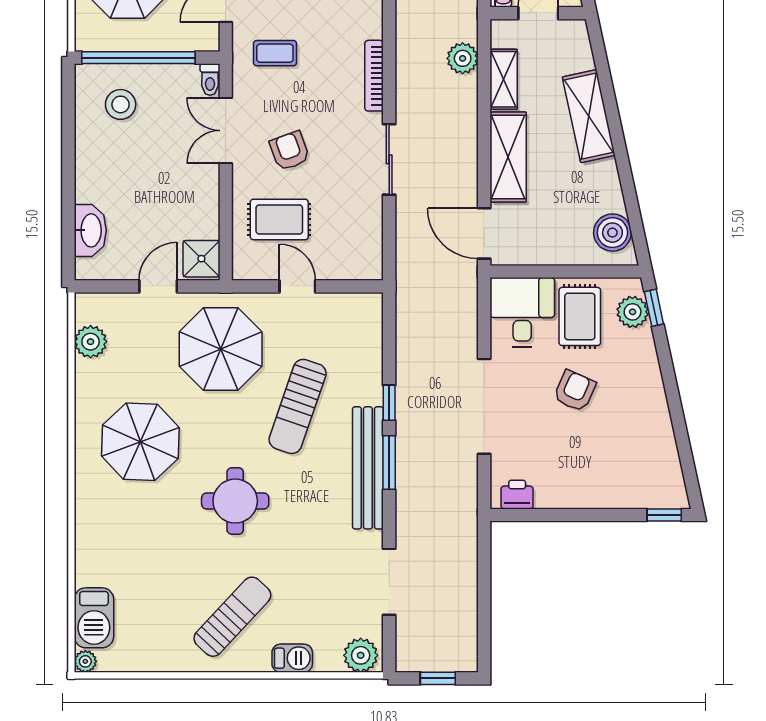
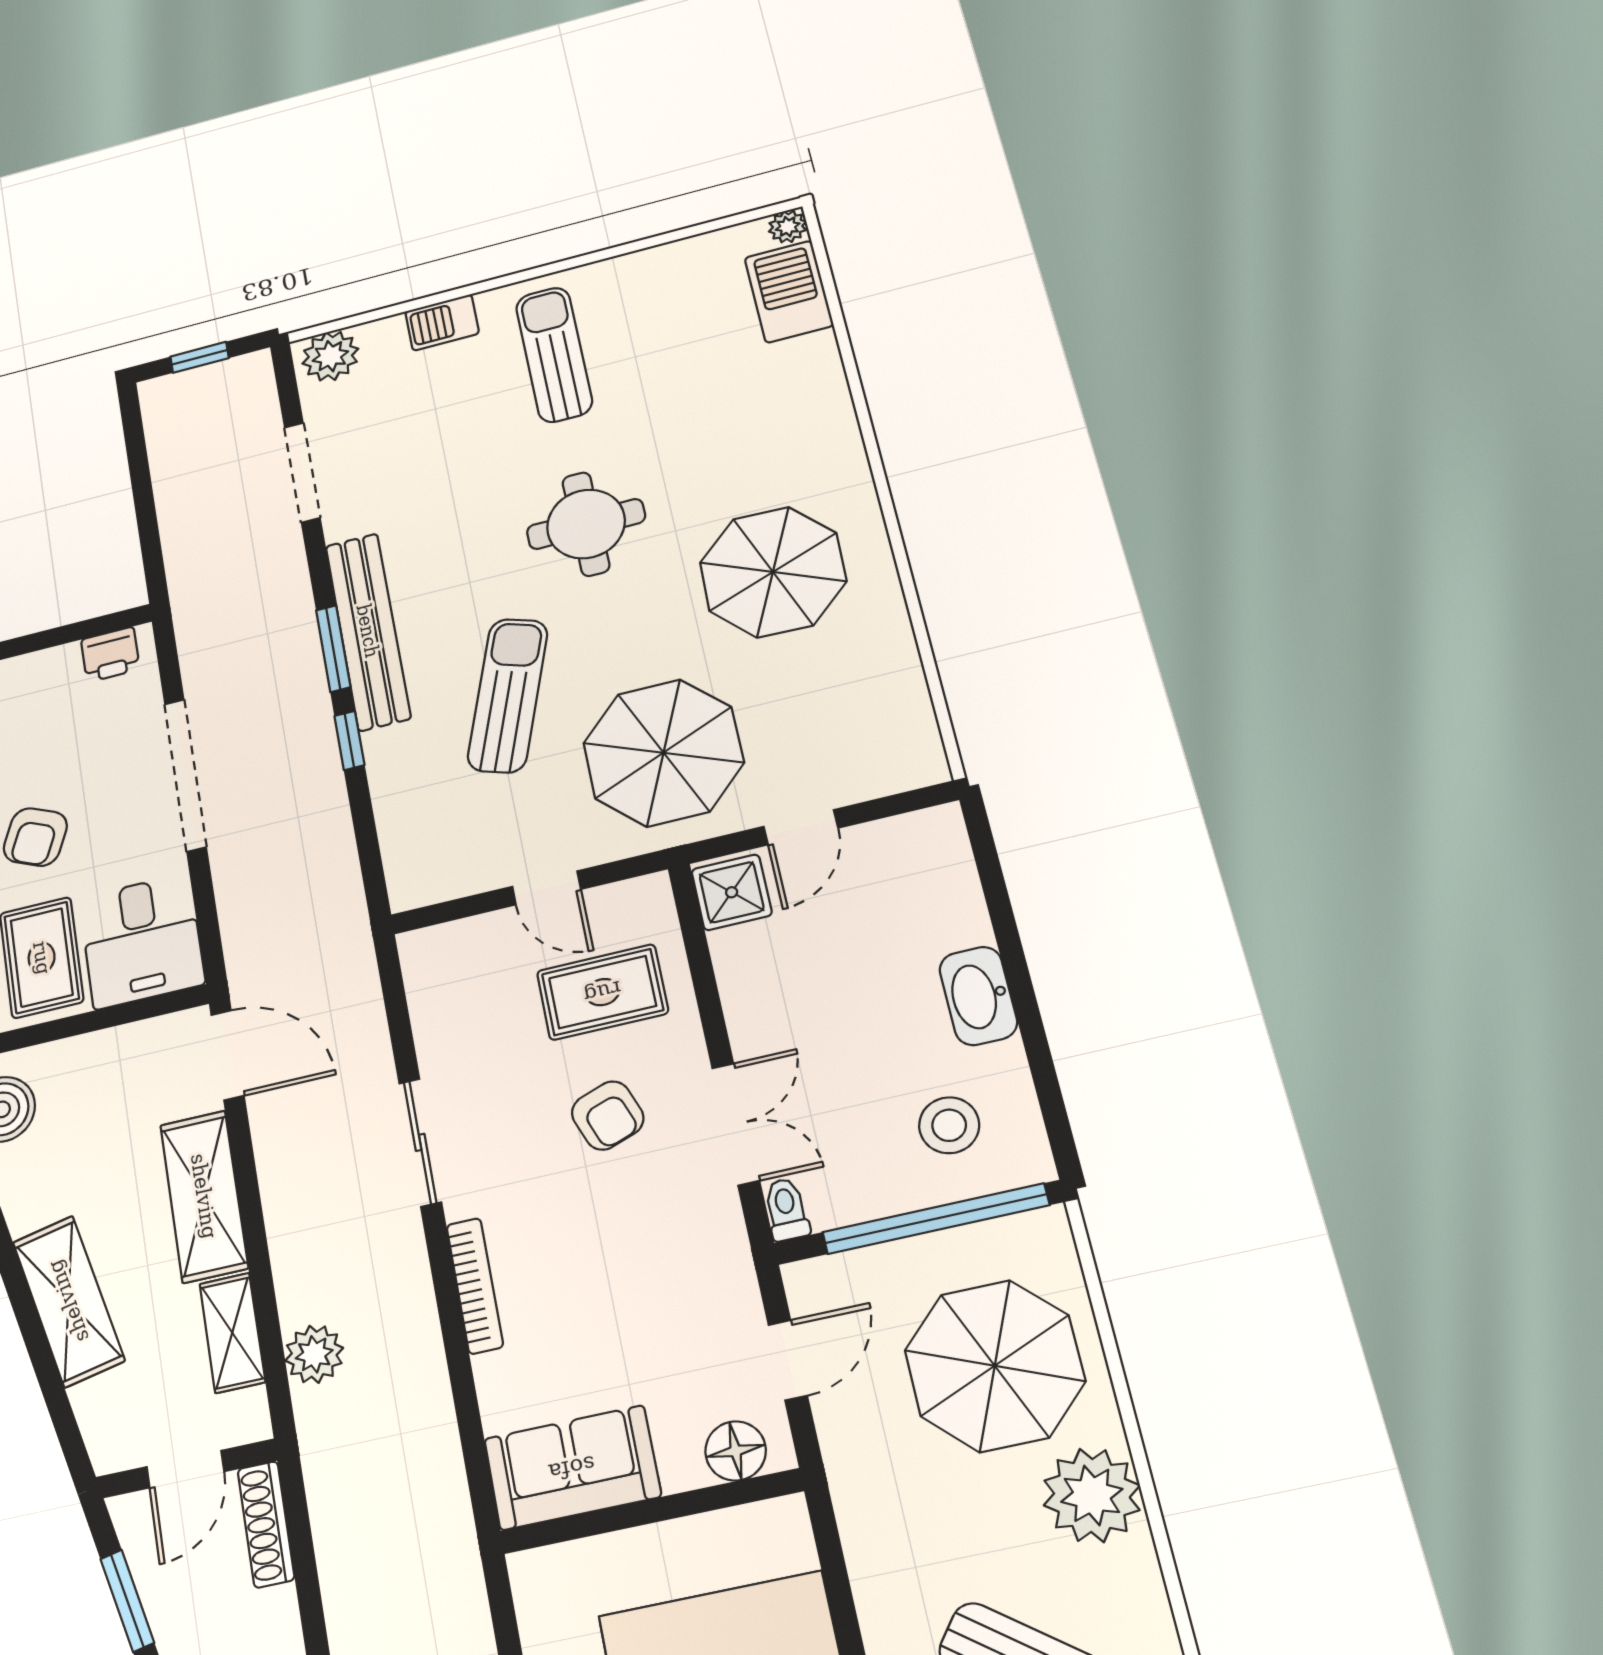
coffee table: (275, 53) -> (672, 1286), removed
washbasin: (90, 230) -> (978, 996), moved
plant: (91, 342) -> (903, 707), removed
sun lounger: (232, 617) -> (554, 355), turned 137

